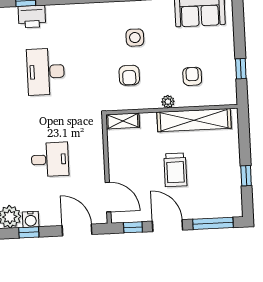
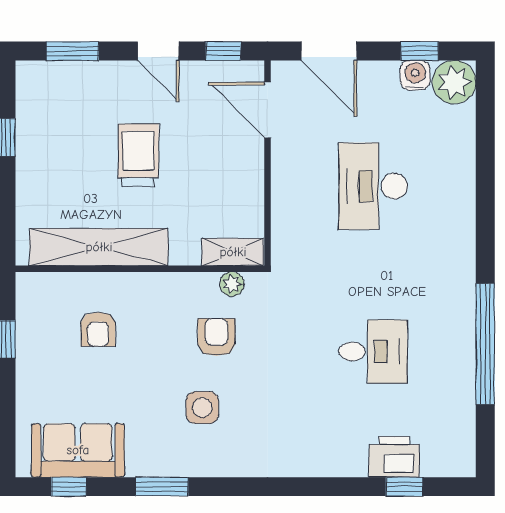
desk: (46, 72) -> (373, 352), width x0.73
plant: (168, 102) -> (232, 284), moved
desk: (50, 159) -> (373, 186), width x1.37
window: (213, 223) -> (72, 51), width x0.69
door: (167, 226) -> (158, 51), width x0.73

